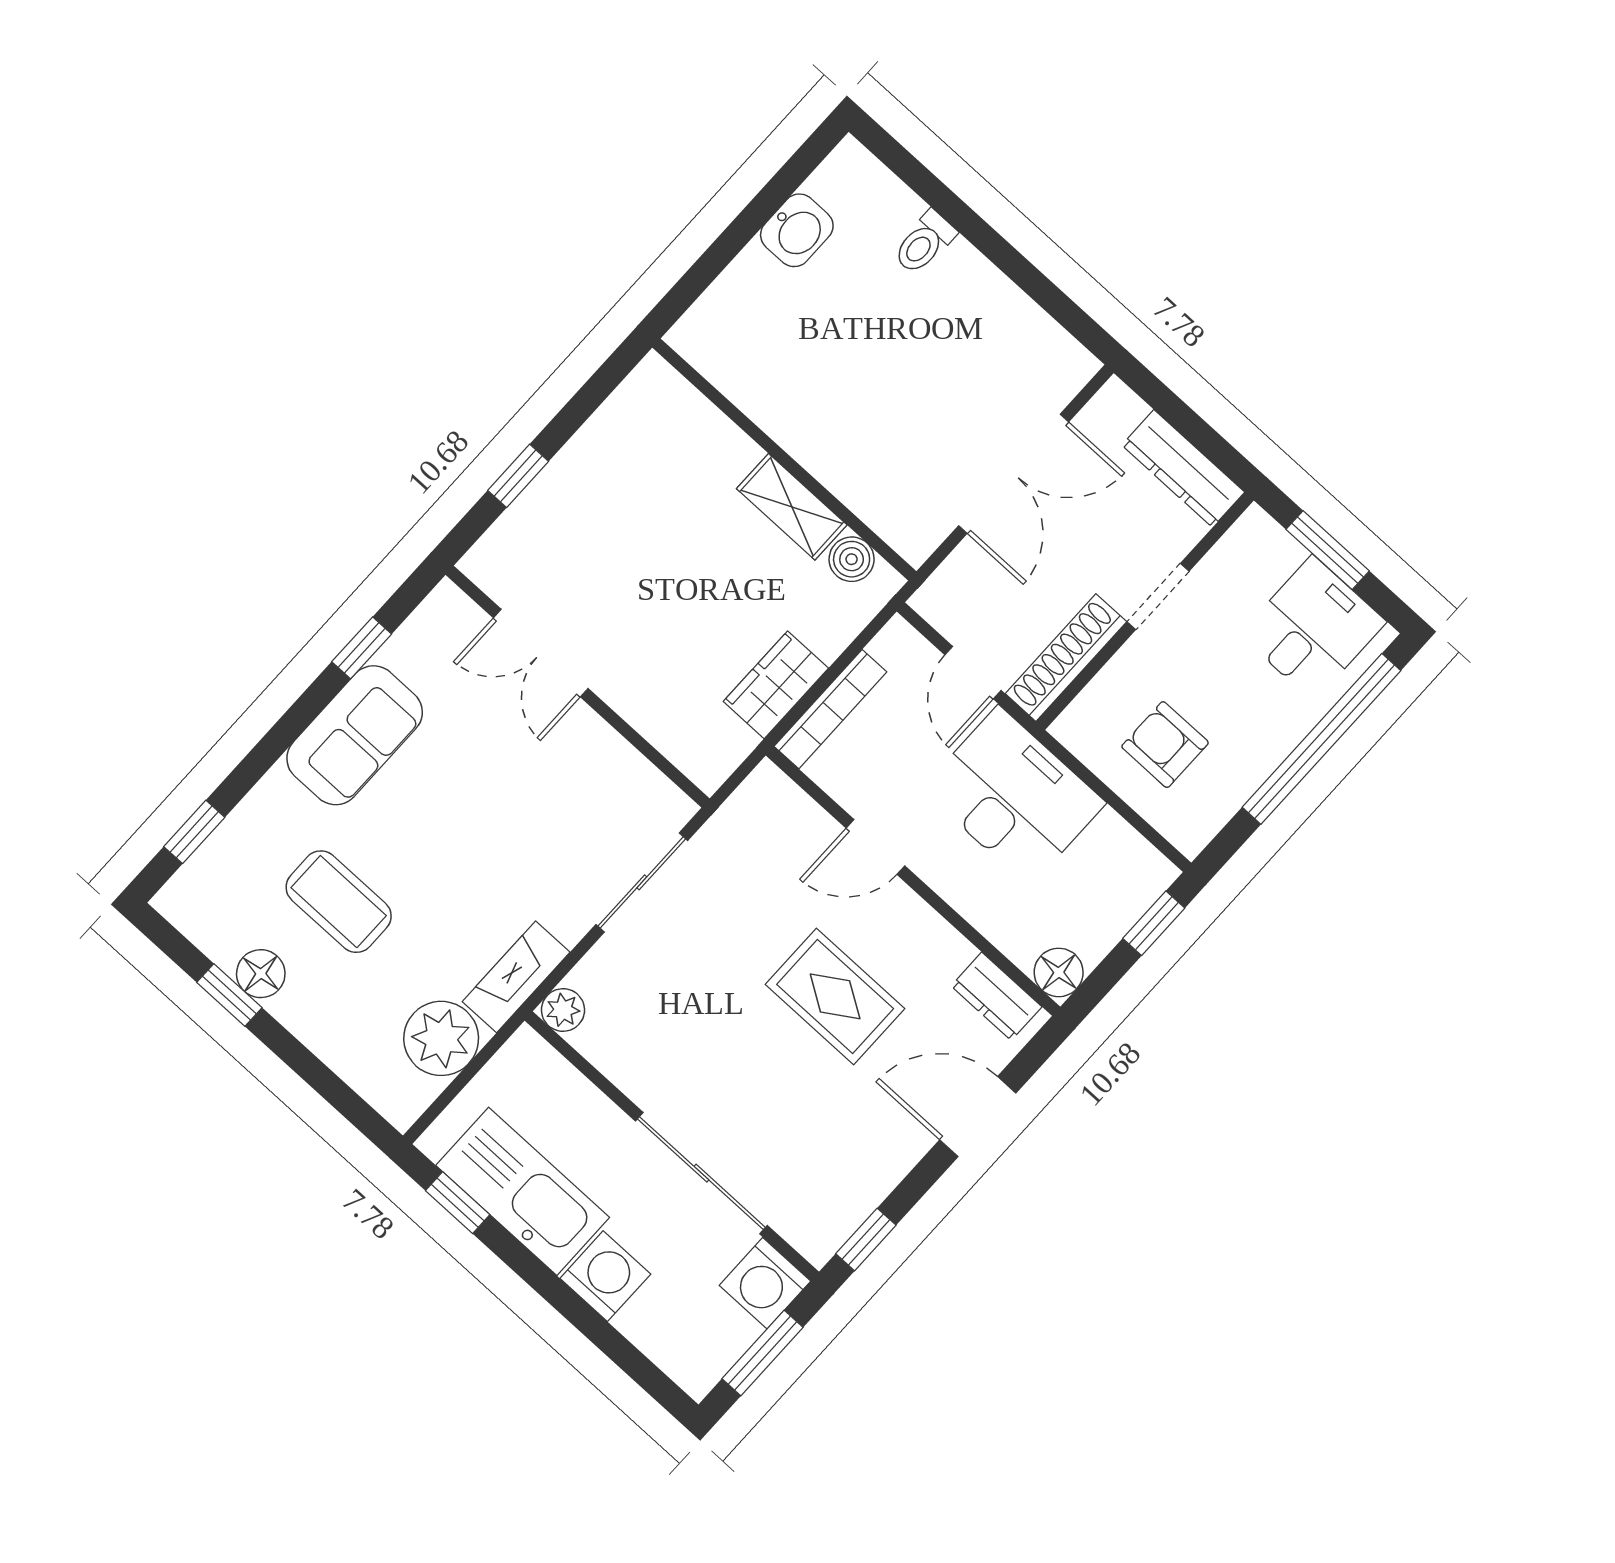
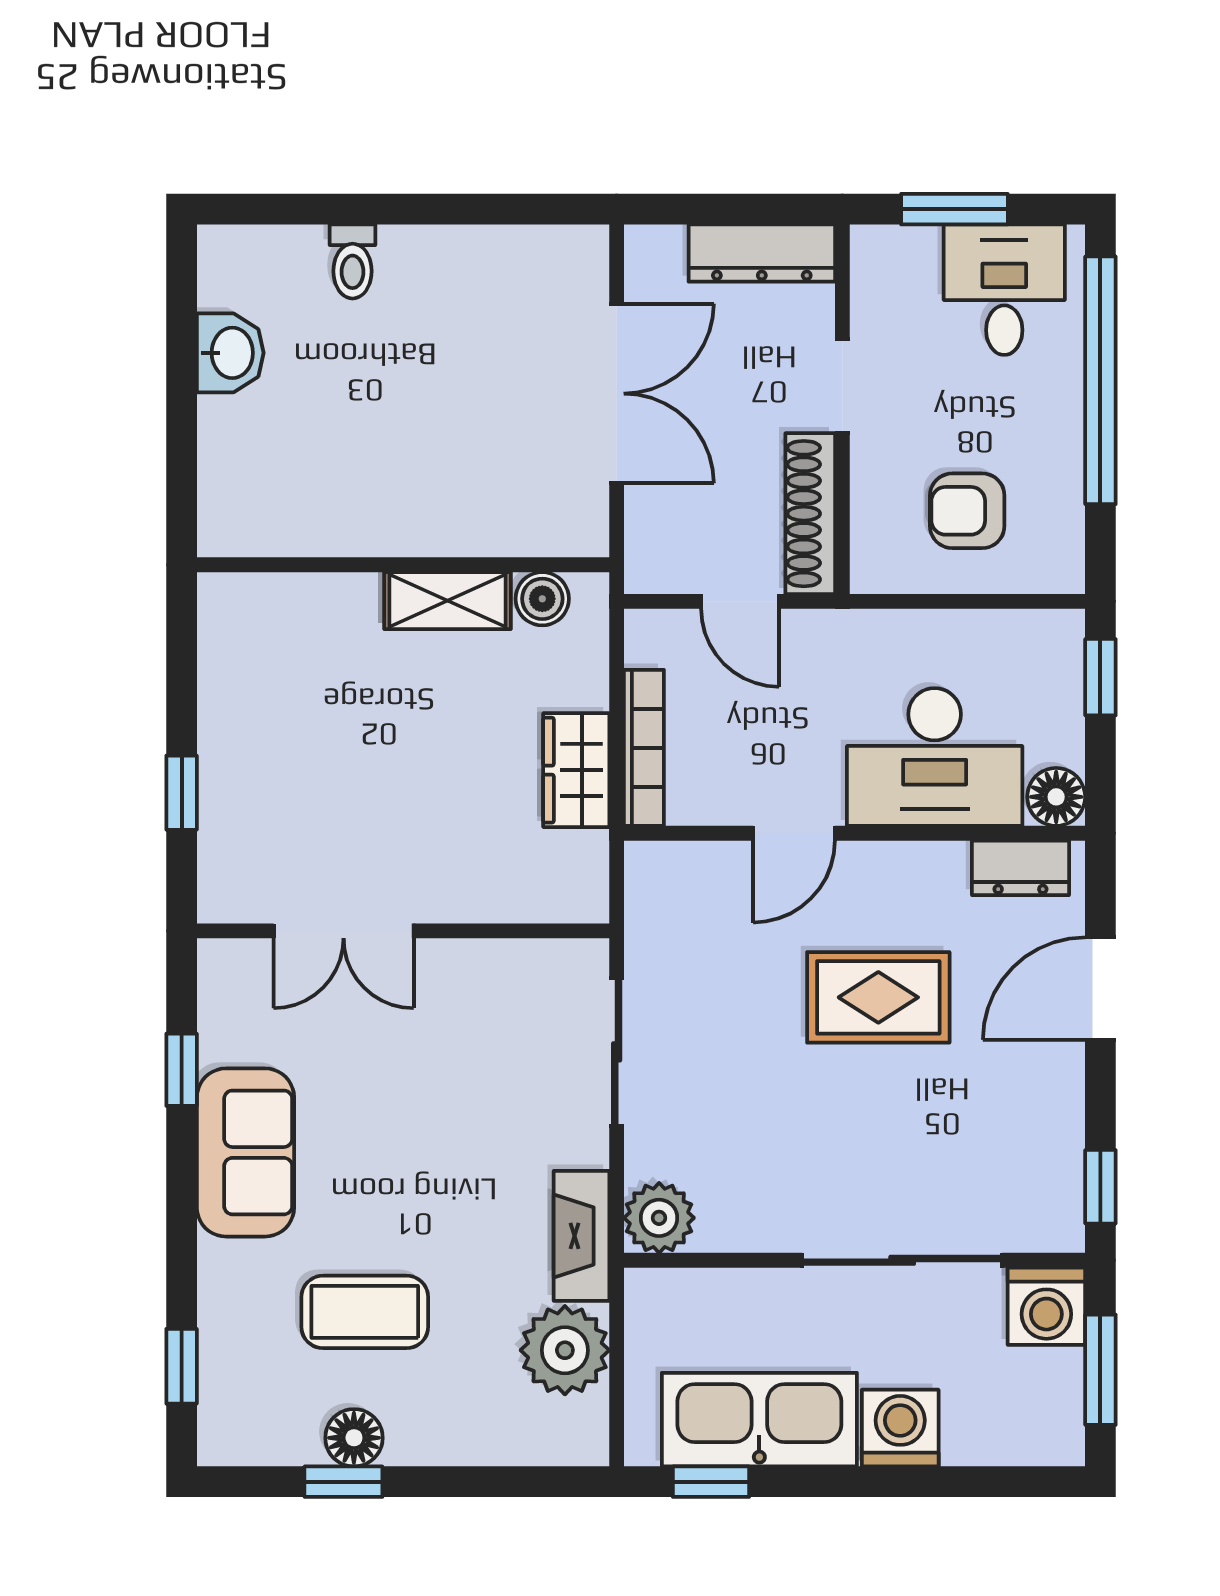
desk: (1014, 796) -> (935, 757), moved, turned 180
plant: (563, 1010) -> (659, 1218), width x1.38, depth x1.38

